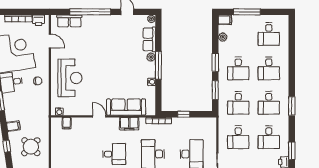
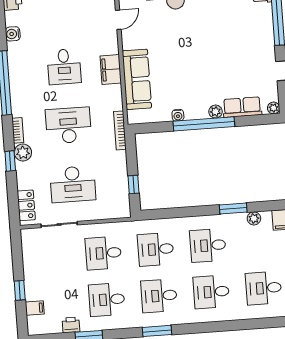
window: (215, 62) -> (233, 209), moved
window: (158, 65) -> (204, 124), width x1.46
window: (215, 90) -> (172, 213), removed
window: (184, 114) -> (134, 185), moved
door: (99, 116) -> (118, 20), moved
filing cabinet: (129, 124) -> (111, 70), moved

